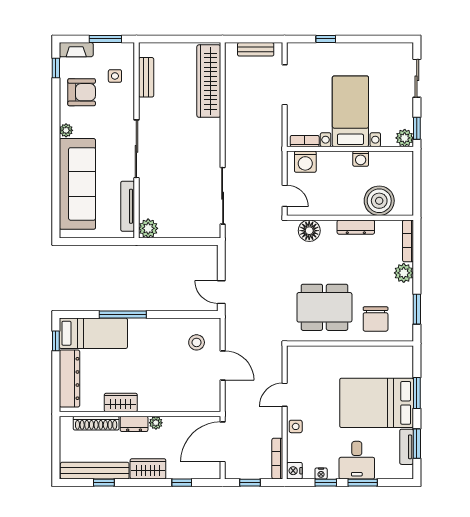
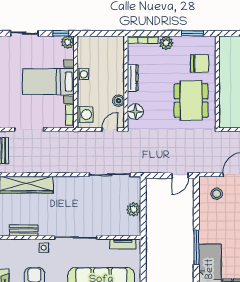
side table: (115, 76) -> (44, 248), moved
boiler: (379, 201) -> (119, 101), moved, width x0.54, depth x0.54
tv unit: (128, 206) -> (123, 244), width x0.71
plant: (148, 228) -> (134, 209), moved

